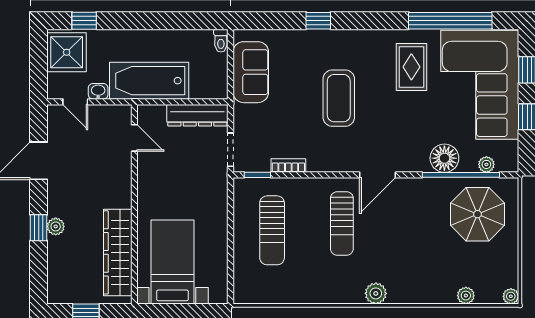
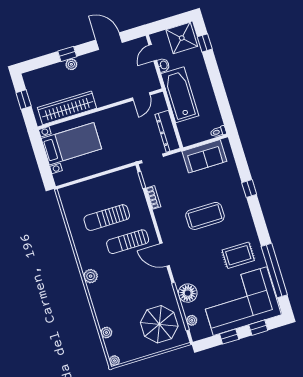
sun lounger: (272, 230) -> (107, 218), moved

